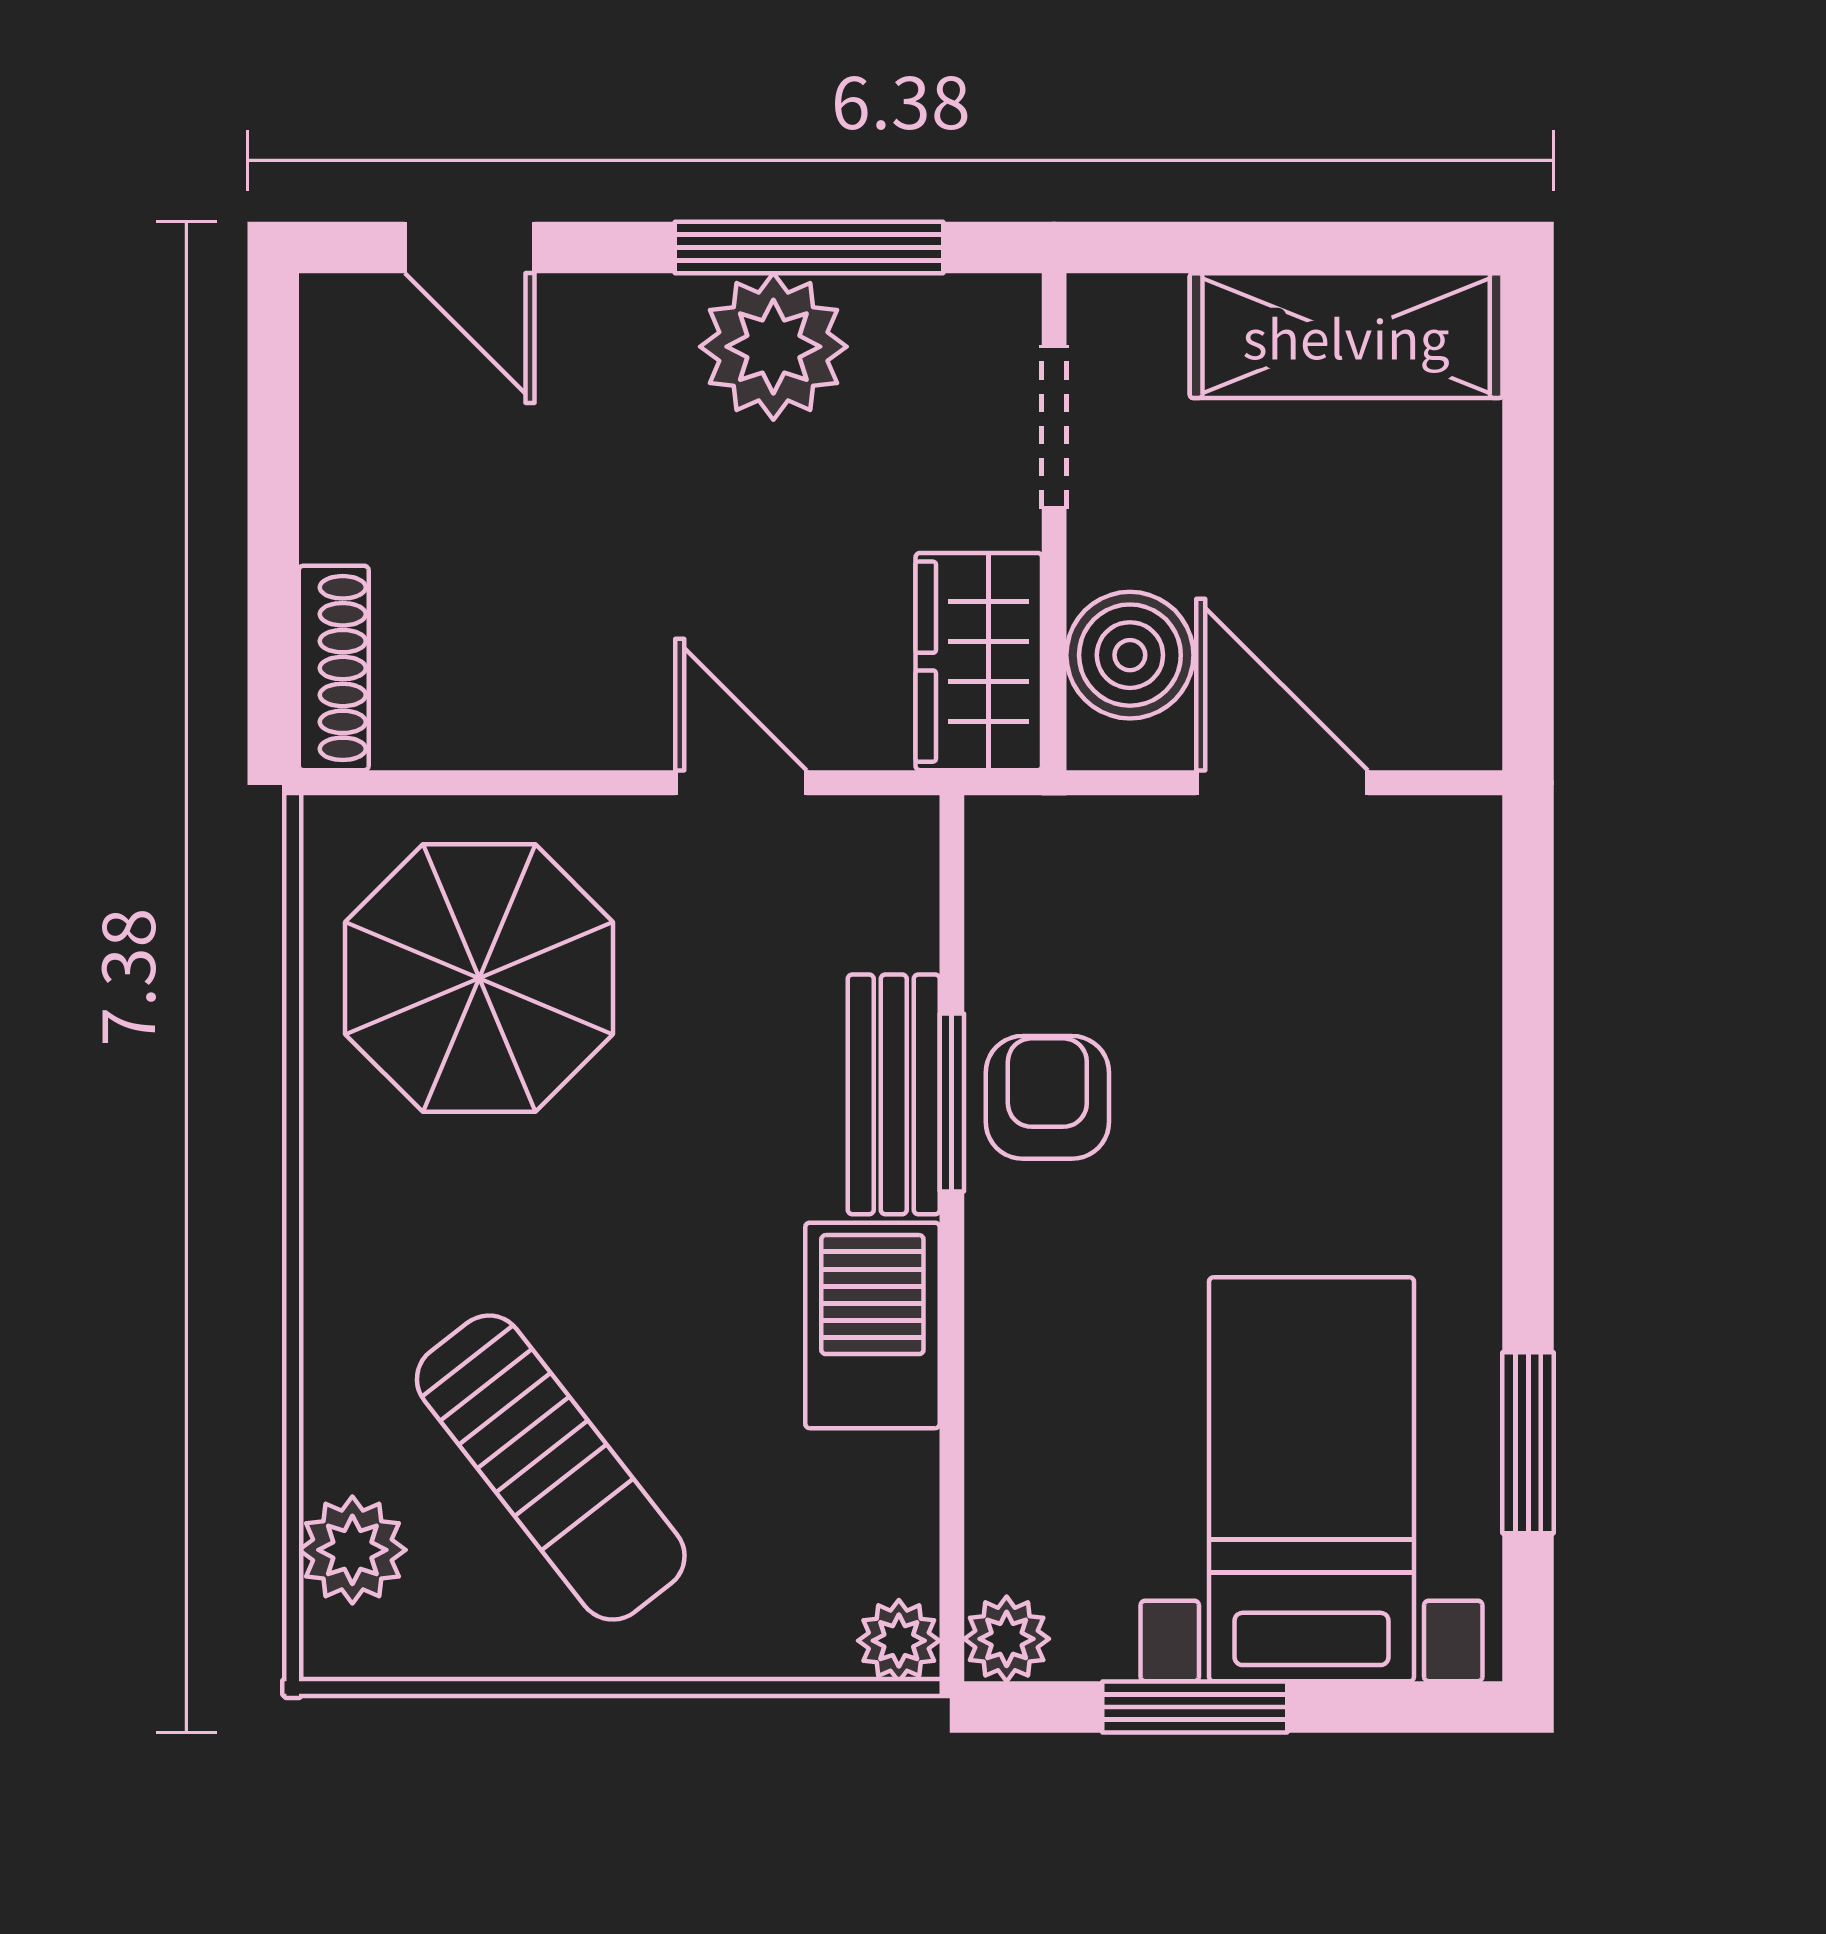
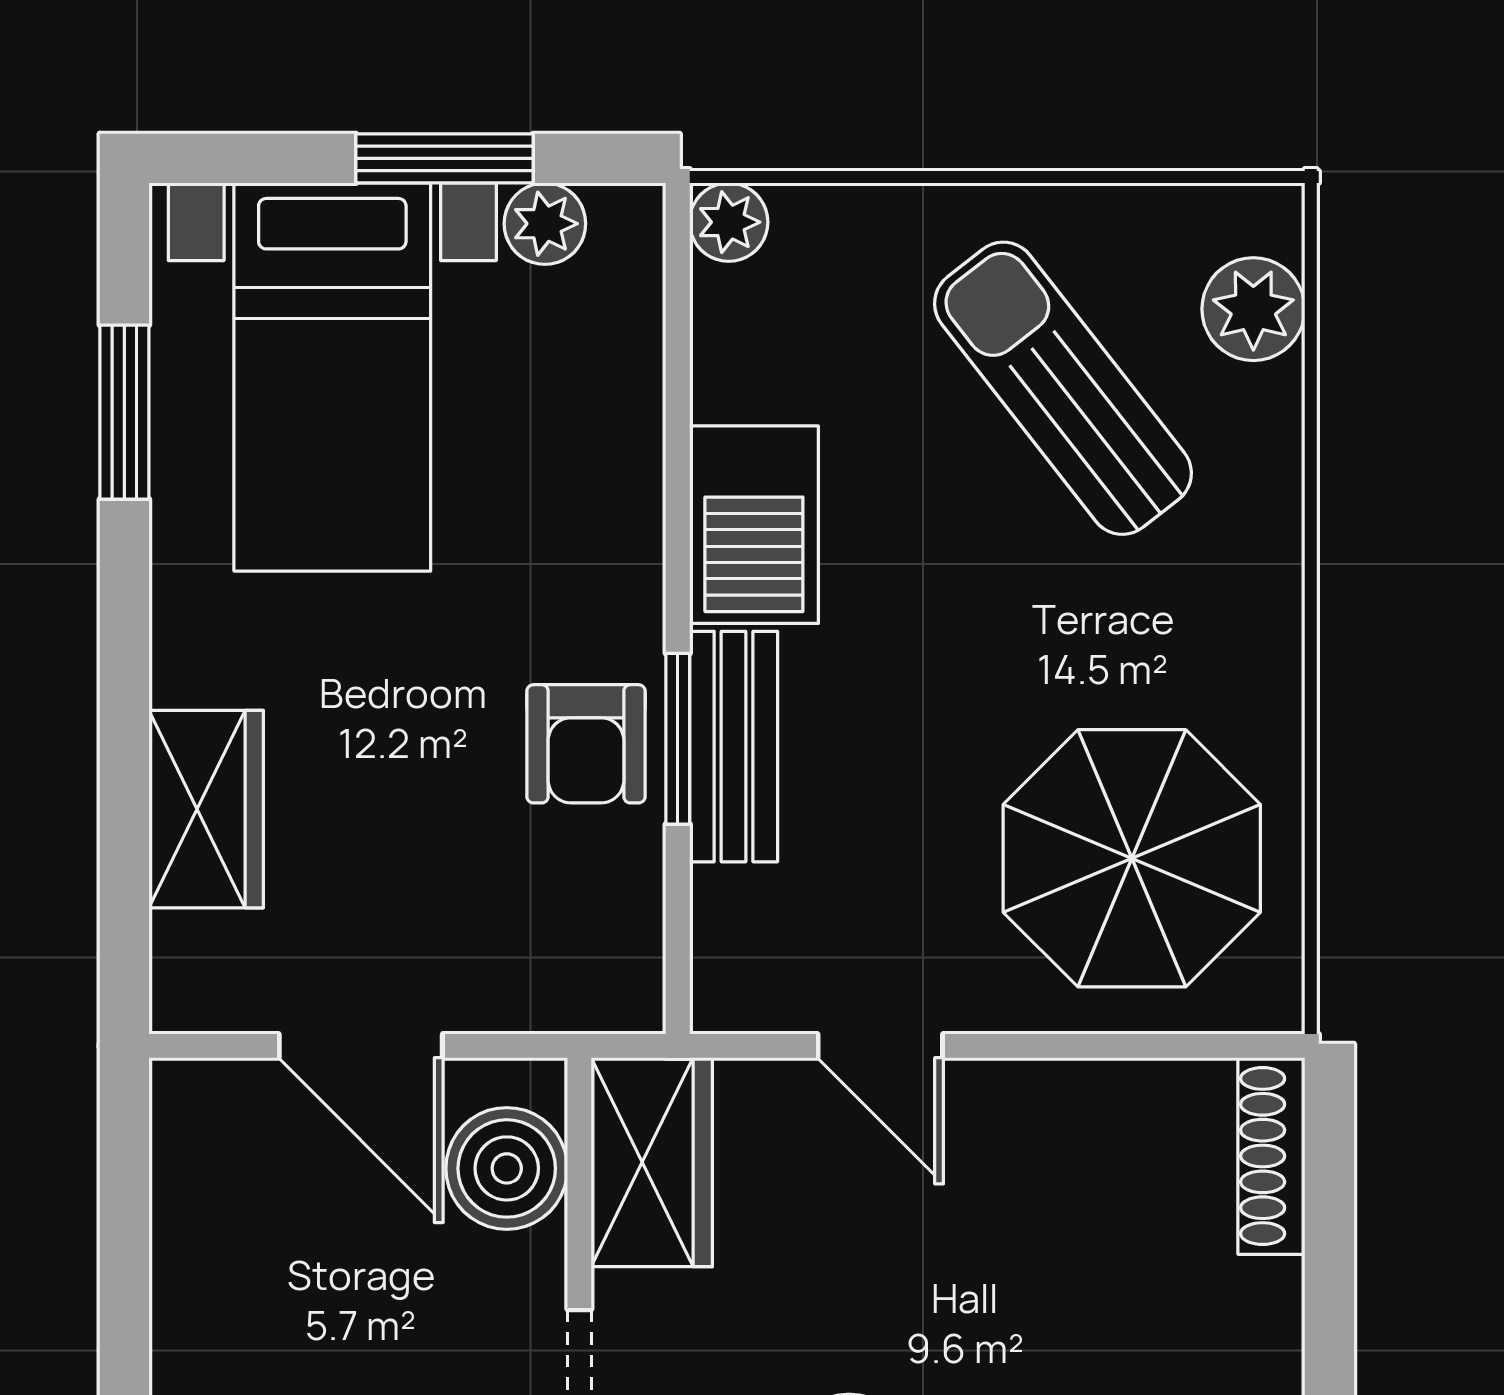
wardrobe: (1443, 1029) -> (206, 809), added
plant: (1007, 1639) -> (545, 224), moved

